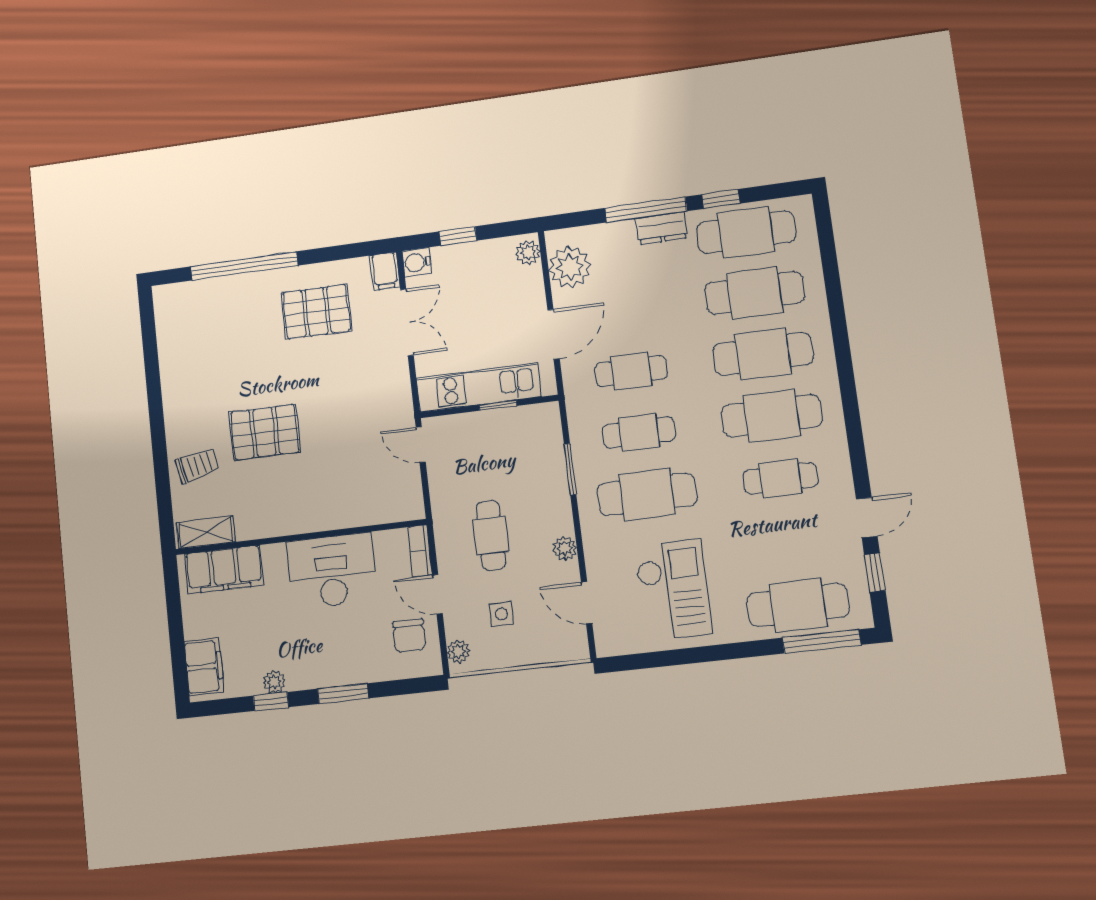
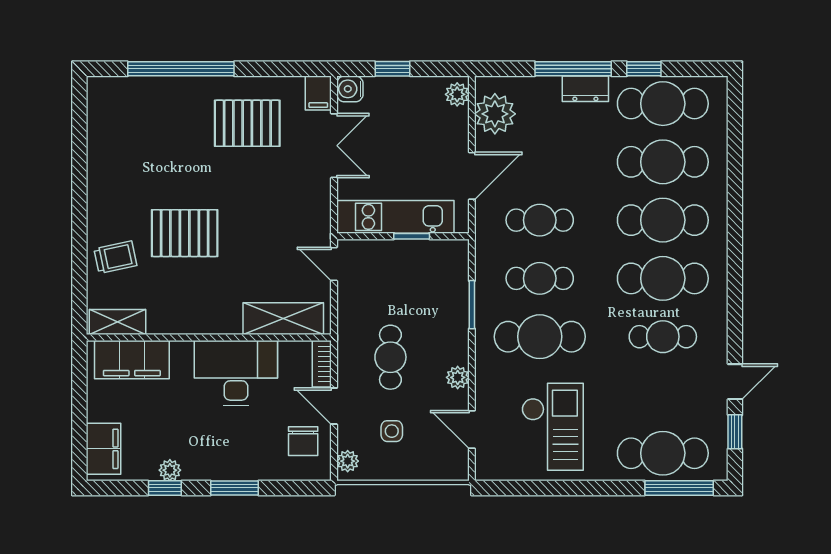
shelving: (374, 508) -> (283, 319), added

